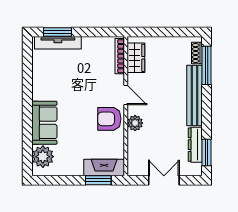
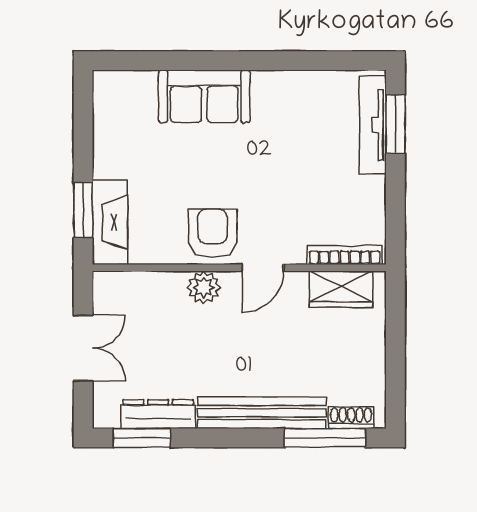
plant: (43, 157) -> (133, 93), removed

